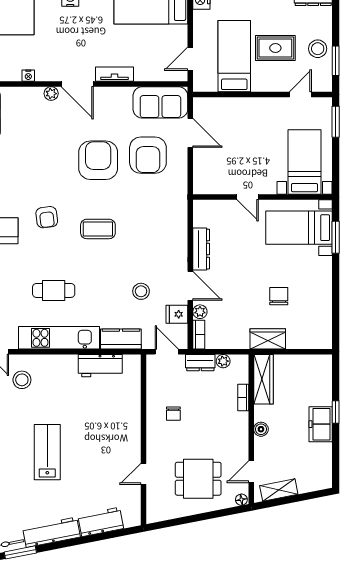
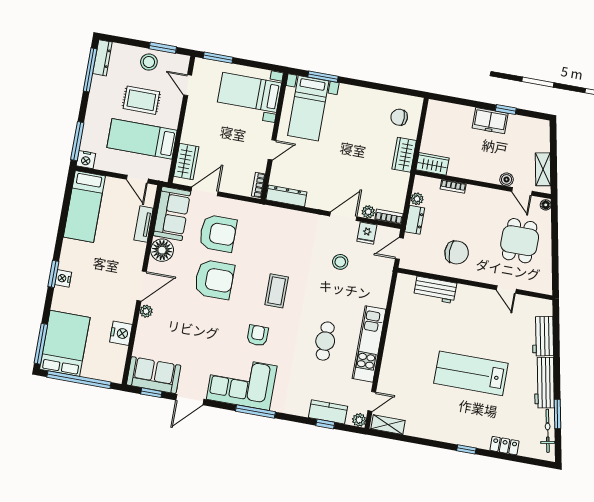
rug: (275, 48) -> (141, 100), turned 90
tv unit: (114, 74) -> (144, 224), moved
nightstand: (28, 76) -> (121, 333), width x1.89, depth x1.79
floor lamp: (119, 99) -> (162, 250), added
wardrobe: (219, 108) -> (186, 162), added
armchair: (98, 160) -> (214, 279), turned 180
bookcase: (207, 189) -> (258, 185), added
armchair: (47, 217) -> (258, 335), turned -83
dresser: (201, 249) -> (286, 196), moved
chair: (279, 296) -> (399, 117), moved
kitchen counter: (121, 339) -> (380, 288), removed
workbench: (100, 366) -> (435, 290), moved, turned 90
wardrobe: (263, 379) -> (433, 164), width x0.67
stool: (22, 380) -> (401, 384), removed
window: (336, 412) -> (506, 109), moved
chair: (173, 414) -> (457, 252), width x1.87, depth x1.87
boiler: (261, 429) -> (507, 179), moved
lab bench: (47, 452) -> (471, 373), width x1.36, depth x1.39

